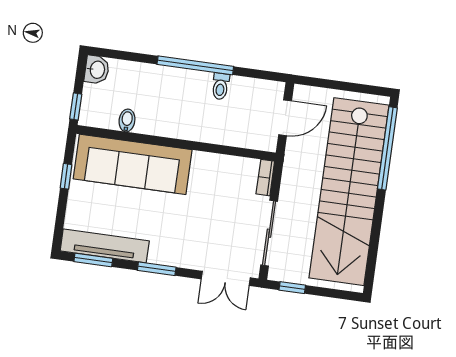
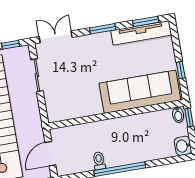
bidet: (127, 120) -> (178, 115), moved
bookcase: (265, 178) -> (51, 111), removed
sliding door: (269, 233) -> (37, 75), width x0.73

